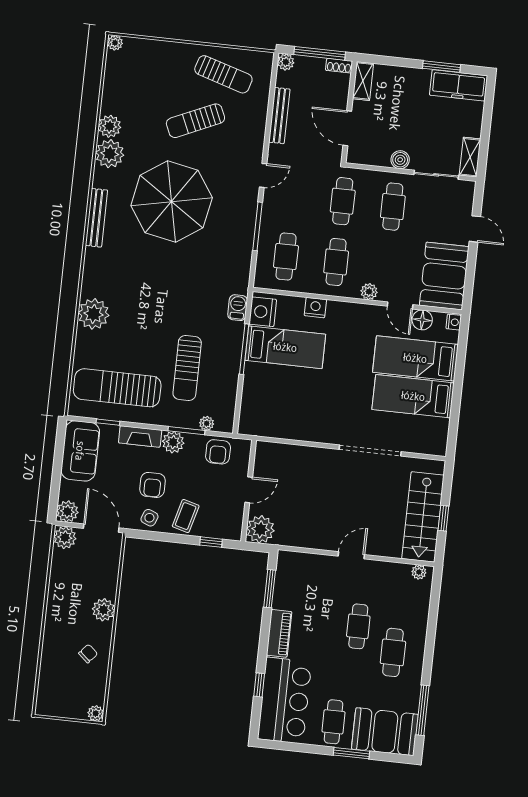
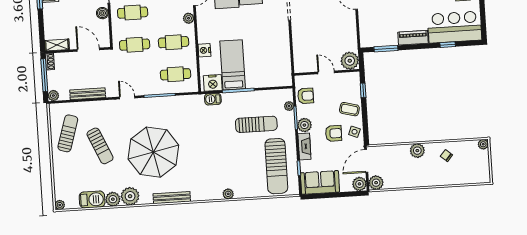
barbecue: (115, 94) -> (92, 200), added
door: (347, 128) -> (88, 50), swing flipped
plant: (94, 314) -> (228, 194), width x0.53, depth x0.53

